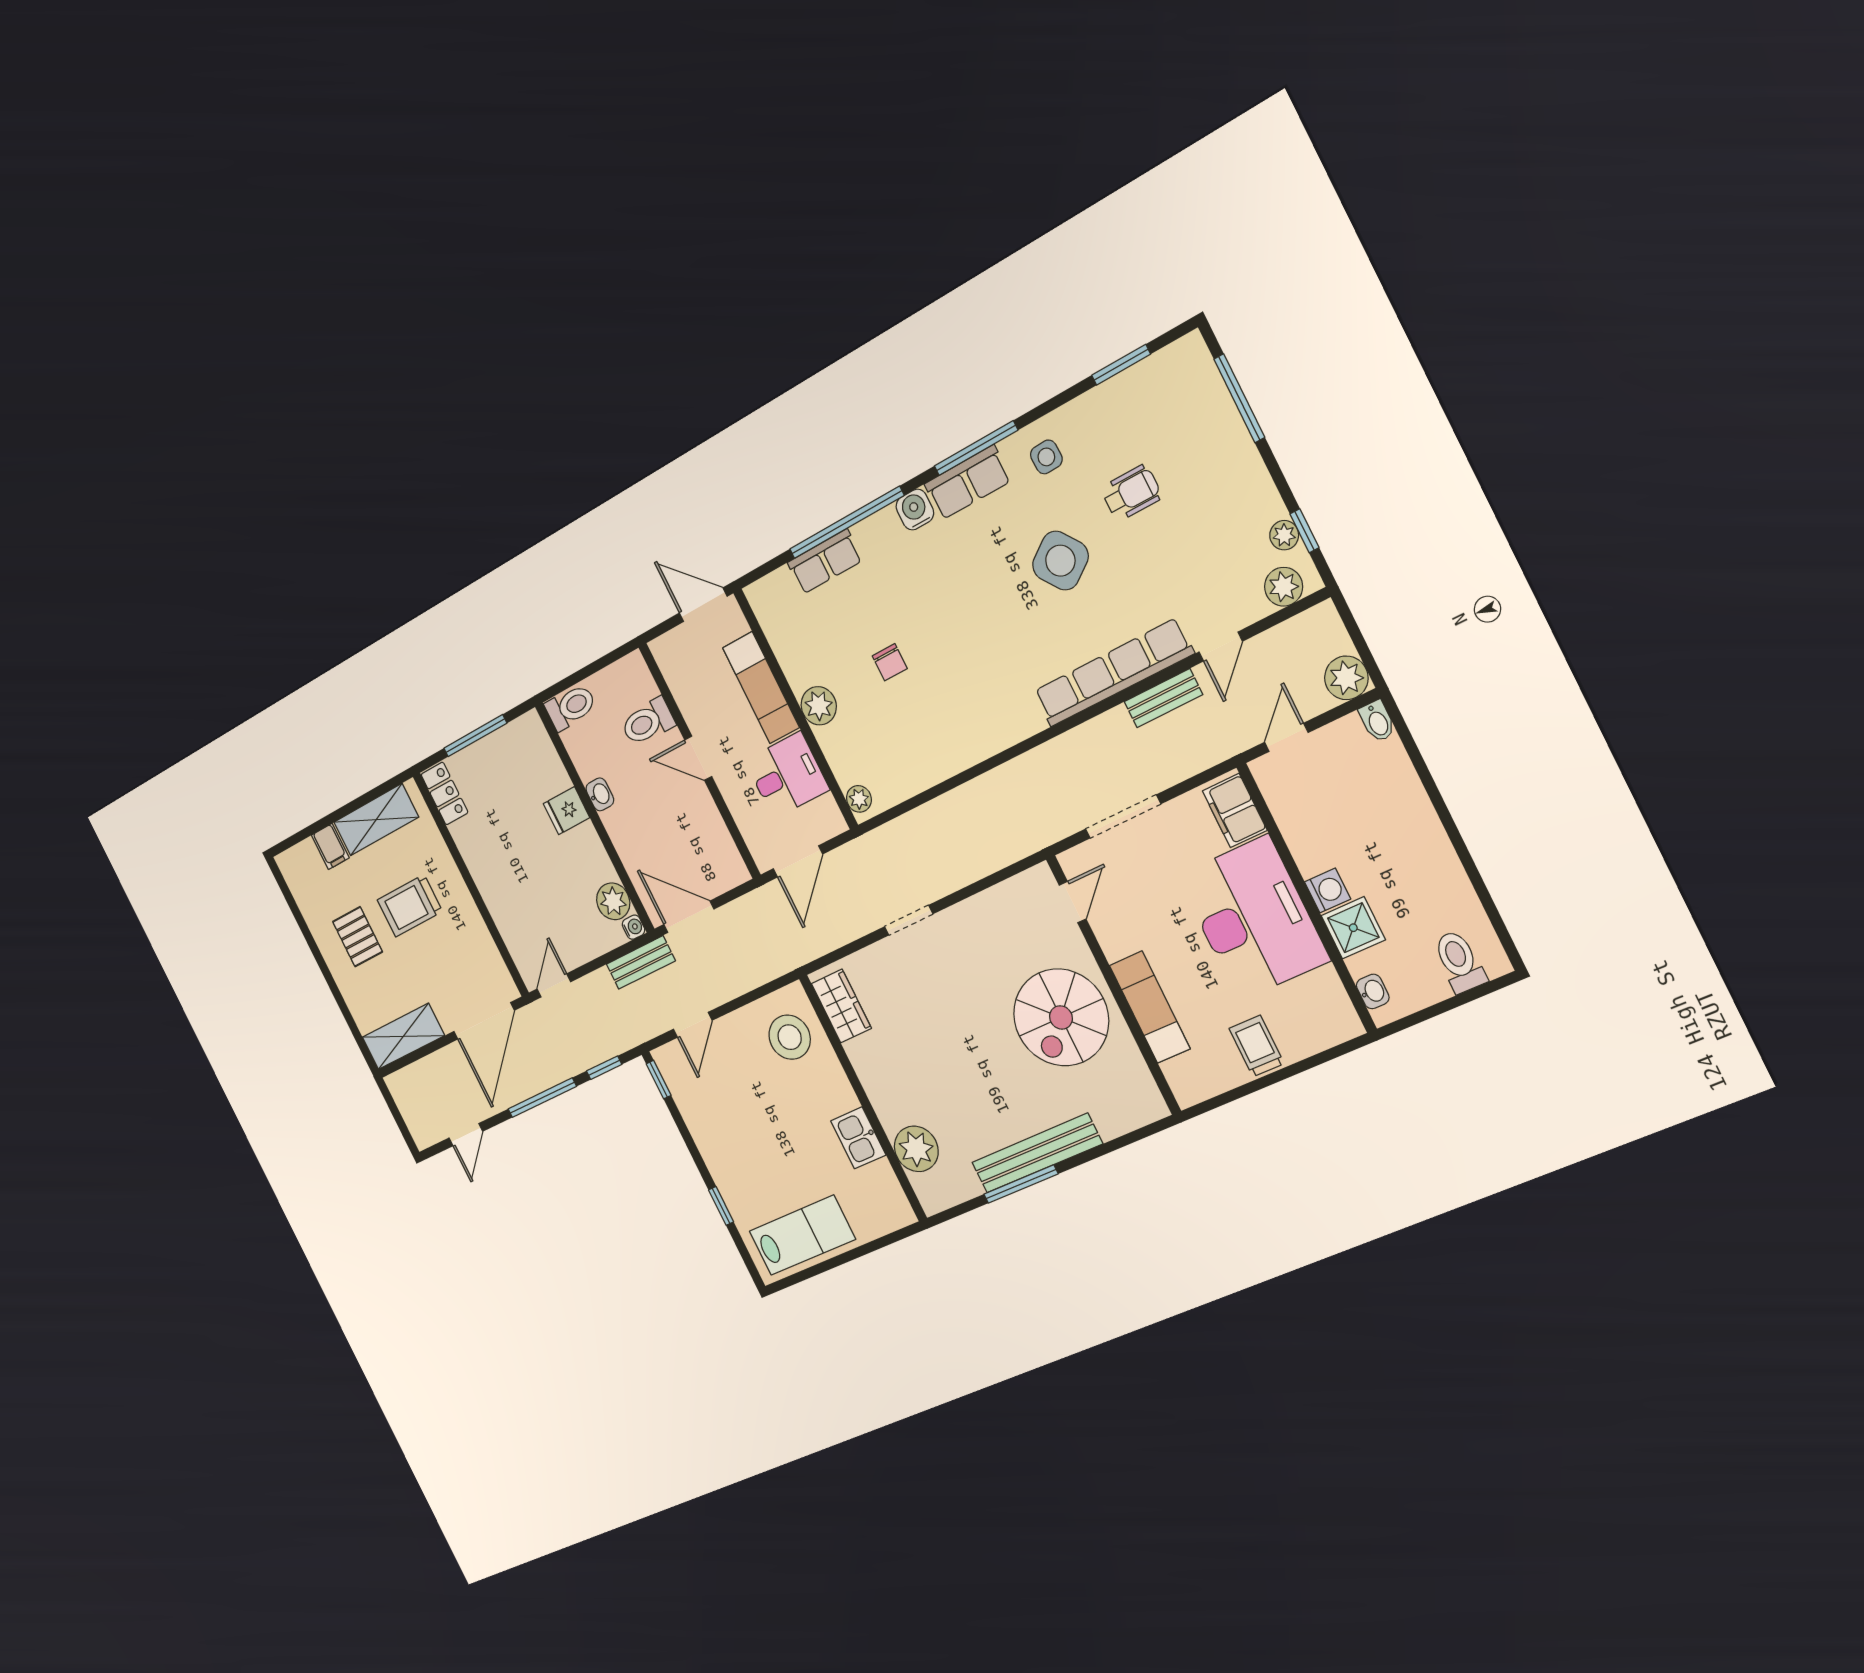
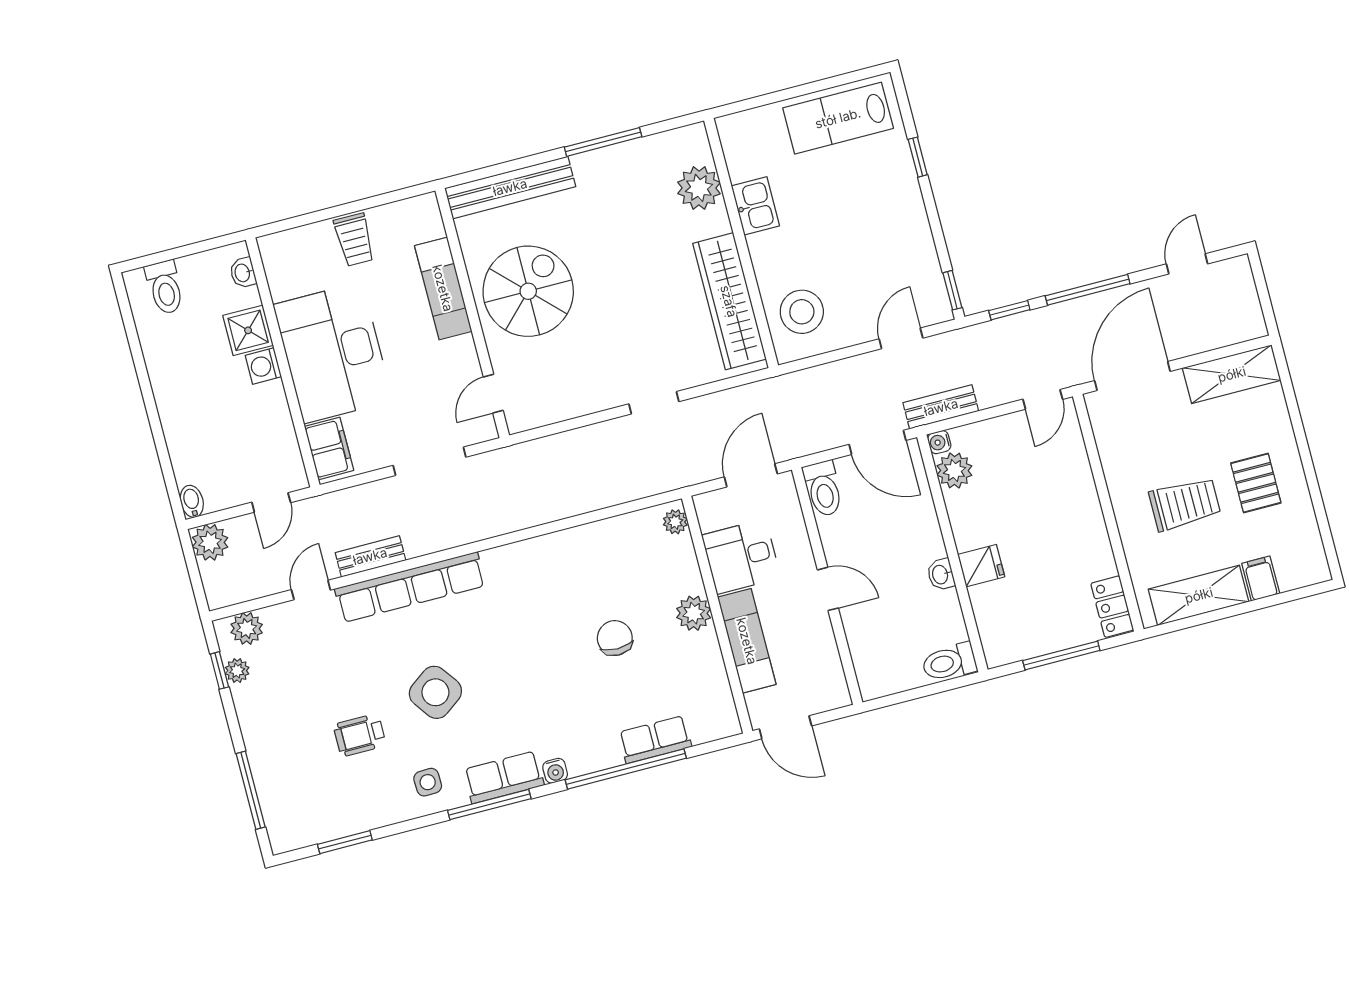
water cooler: (915, 510) -> (555, 771), width x0.72, depth x0.72
chair: (890, 662) -> (615, 638), width x1.37, depth x1.37
toilet: (648, 722) -> (823, 489), moved, turned 90
wardrobe: (841, 1006) -> (729, 301), width x2.10, depth x1.17
bench: (1037, 1153) -> (510, 187), moved

